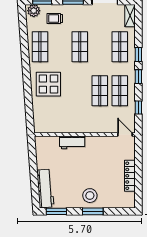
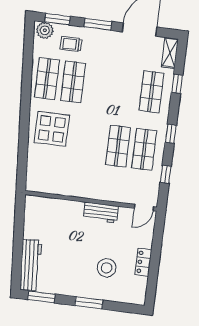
shop shelf: (80, 47) -> (73, 82), moved
window: (138, 54) -> (177, 84), moved
door: (125, 135) -> (144, 208), swing flipped
workbench: (72, 142) -> (101, 212), moved
locker: (130, 176) -> (143, 262), width x0.66
stool: (90, 196) -> (107, 268), moved

